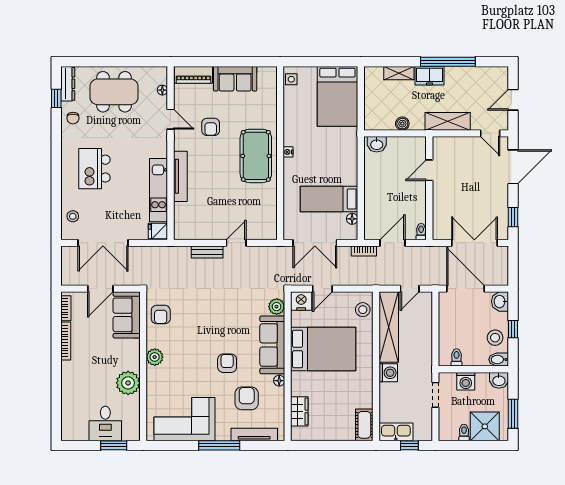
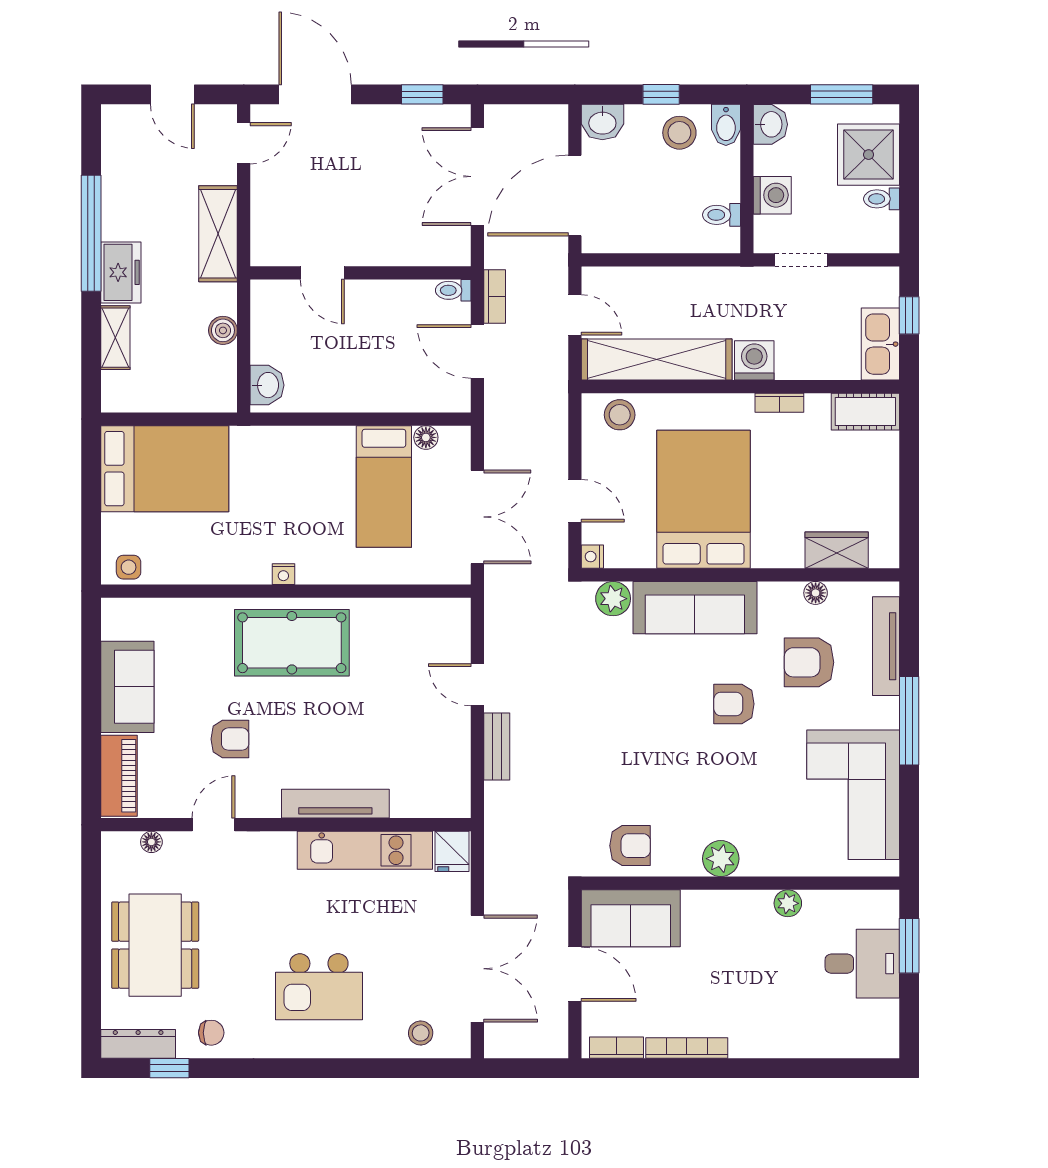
bookcase: (364, 251) -> (495, 296), moved
nightstand: (301, 301) -> (592, 557), width x0.53, depth x0.56
floor lamp: (279, 381) -> (816, 593), moved
plant: (128, 383) -> (788, 903), width x0.53, depth x0.53
bookcase: (368, 385) -> (779, 403), added

